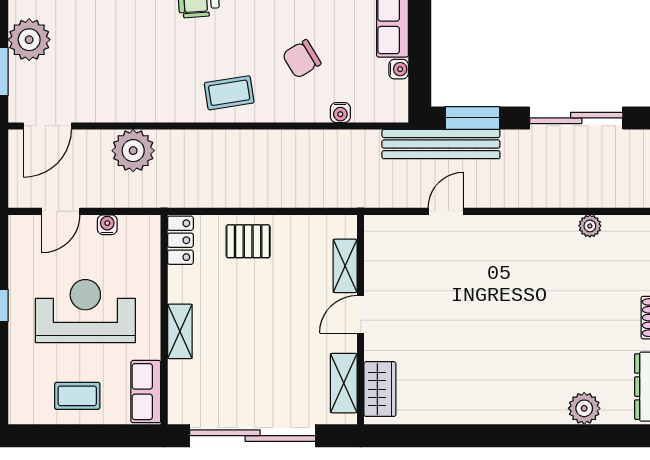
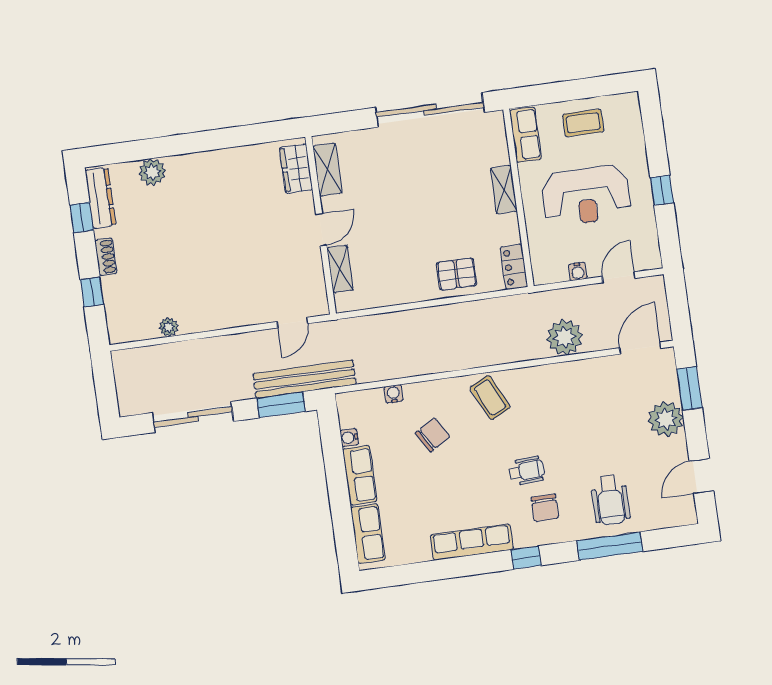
coffee table: (229, 93) -> (490, 398), turned 73
shelving: (345, 266) -> (340, 269), moved
door: (361, 314) -> (321, 230), moved
wall: (361, 320) -> (321, 225), moved
shelving: (344, 383) -> (327, 169), moved
wardrobe: (380, 389) -> (296, 169), moved

